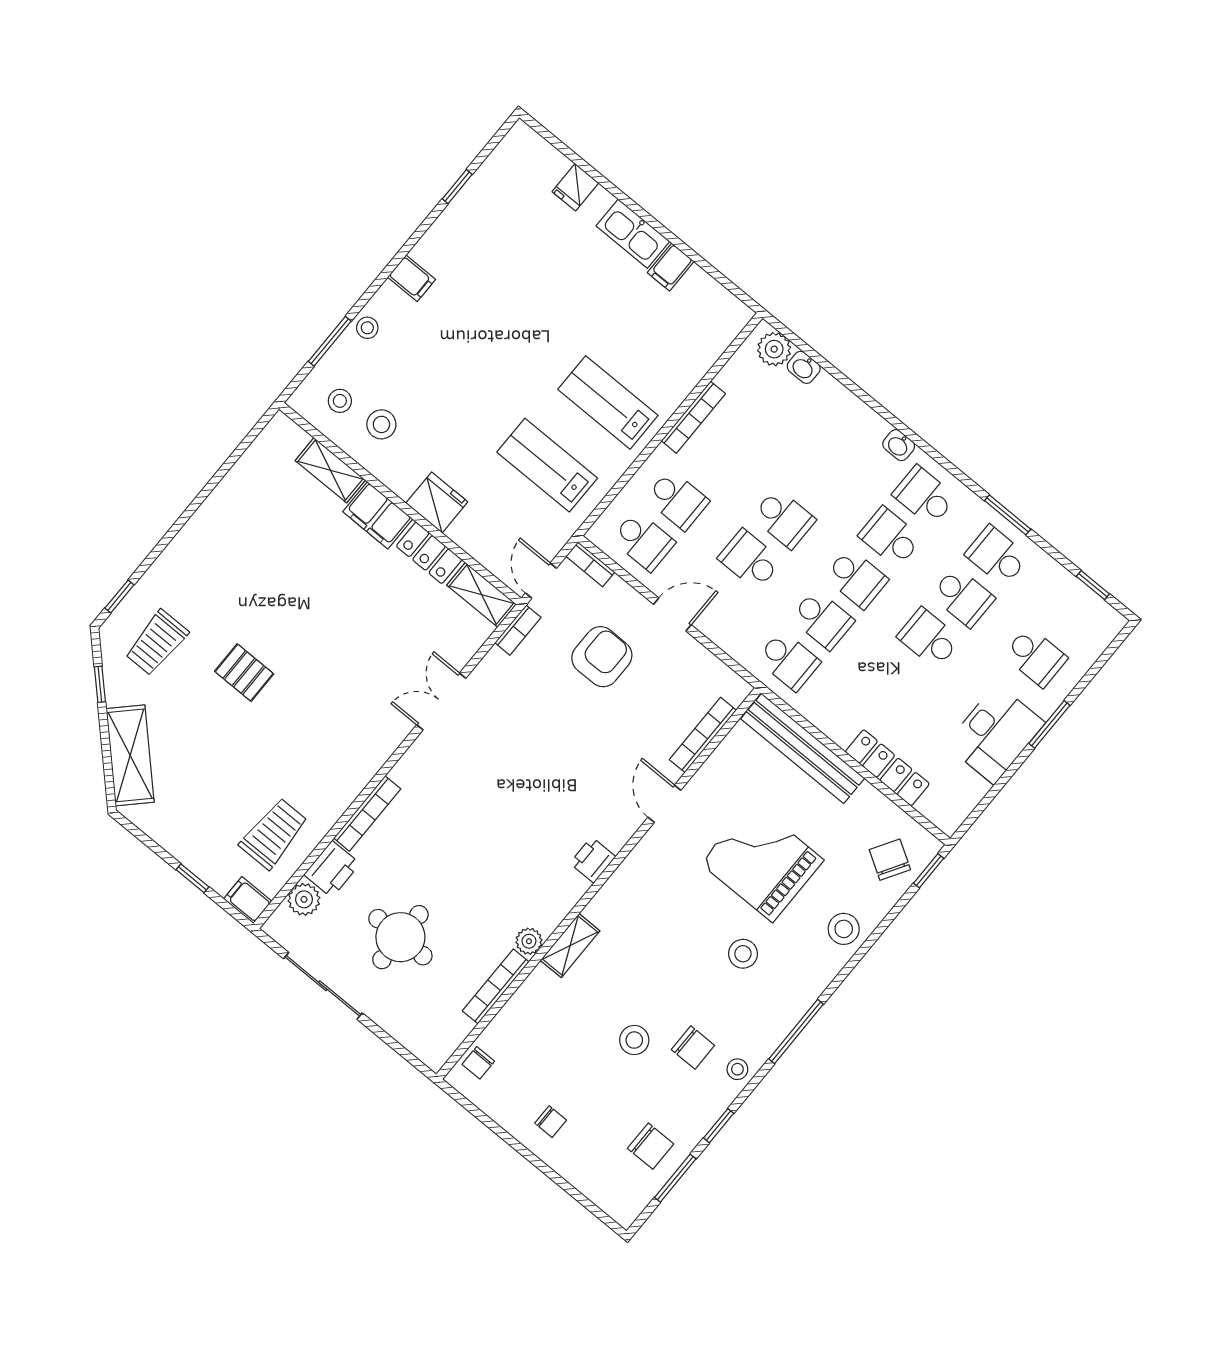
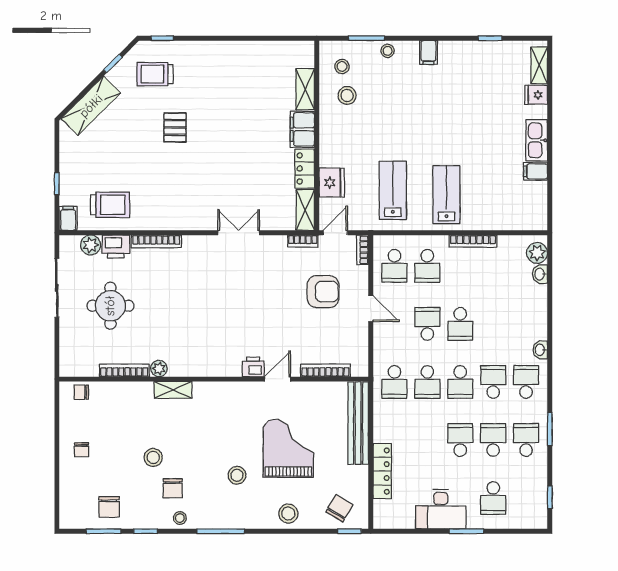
shelving: (542, 153) -> (539, 65), added
fridge: (437, 503) -> (332, 183), moved
school desk: (963, 597) -> (493, 440), turned 180
printer: (593, 860) -> (253, 367), moved

